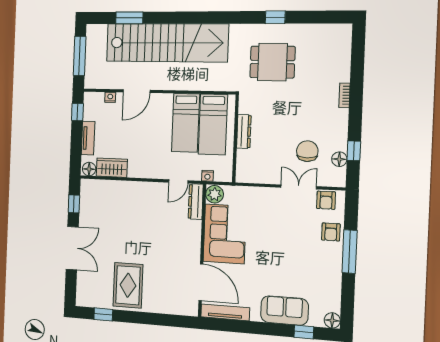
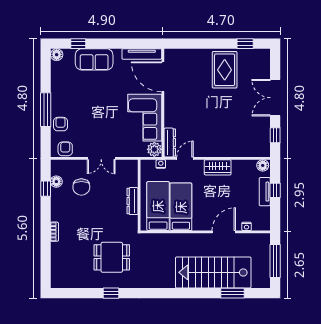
stairs: (167, 43) -> (213, 272), width x0.73
window: (77, 112) -> (275, 190), moved
wardrobe: (112, 168) -> (218, 167), moved
double door: (299, 187) -> (101, 158), moved

